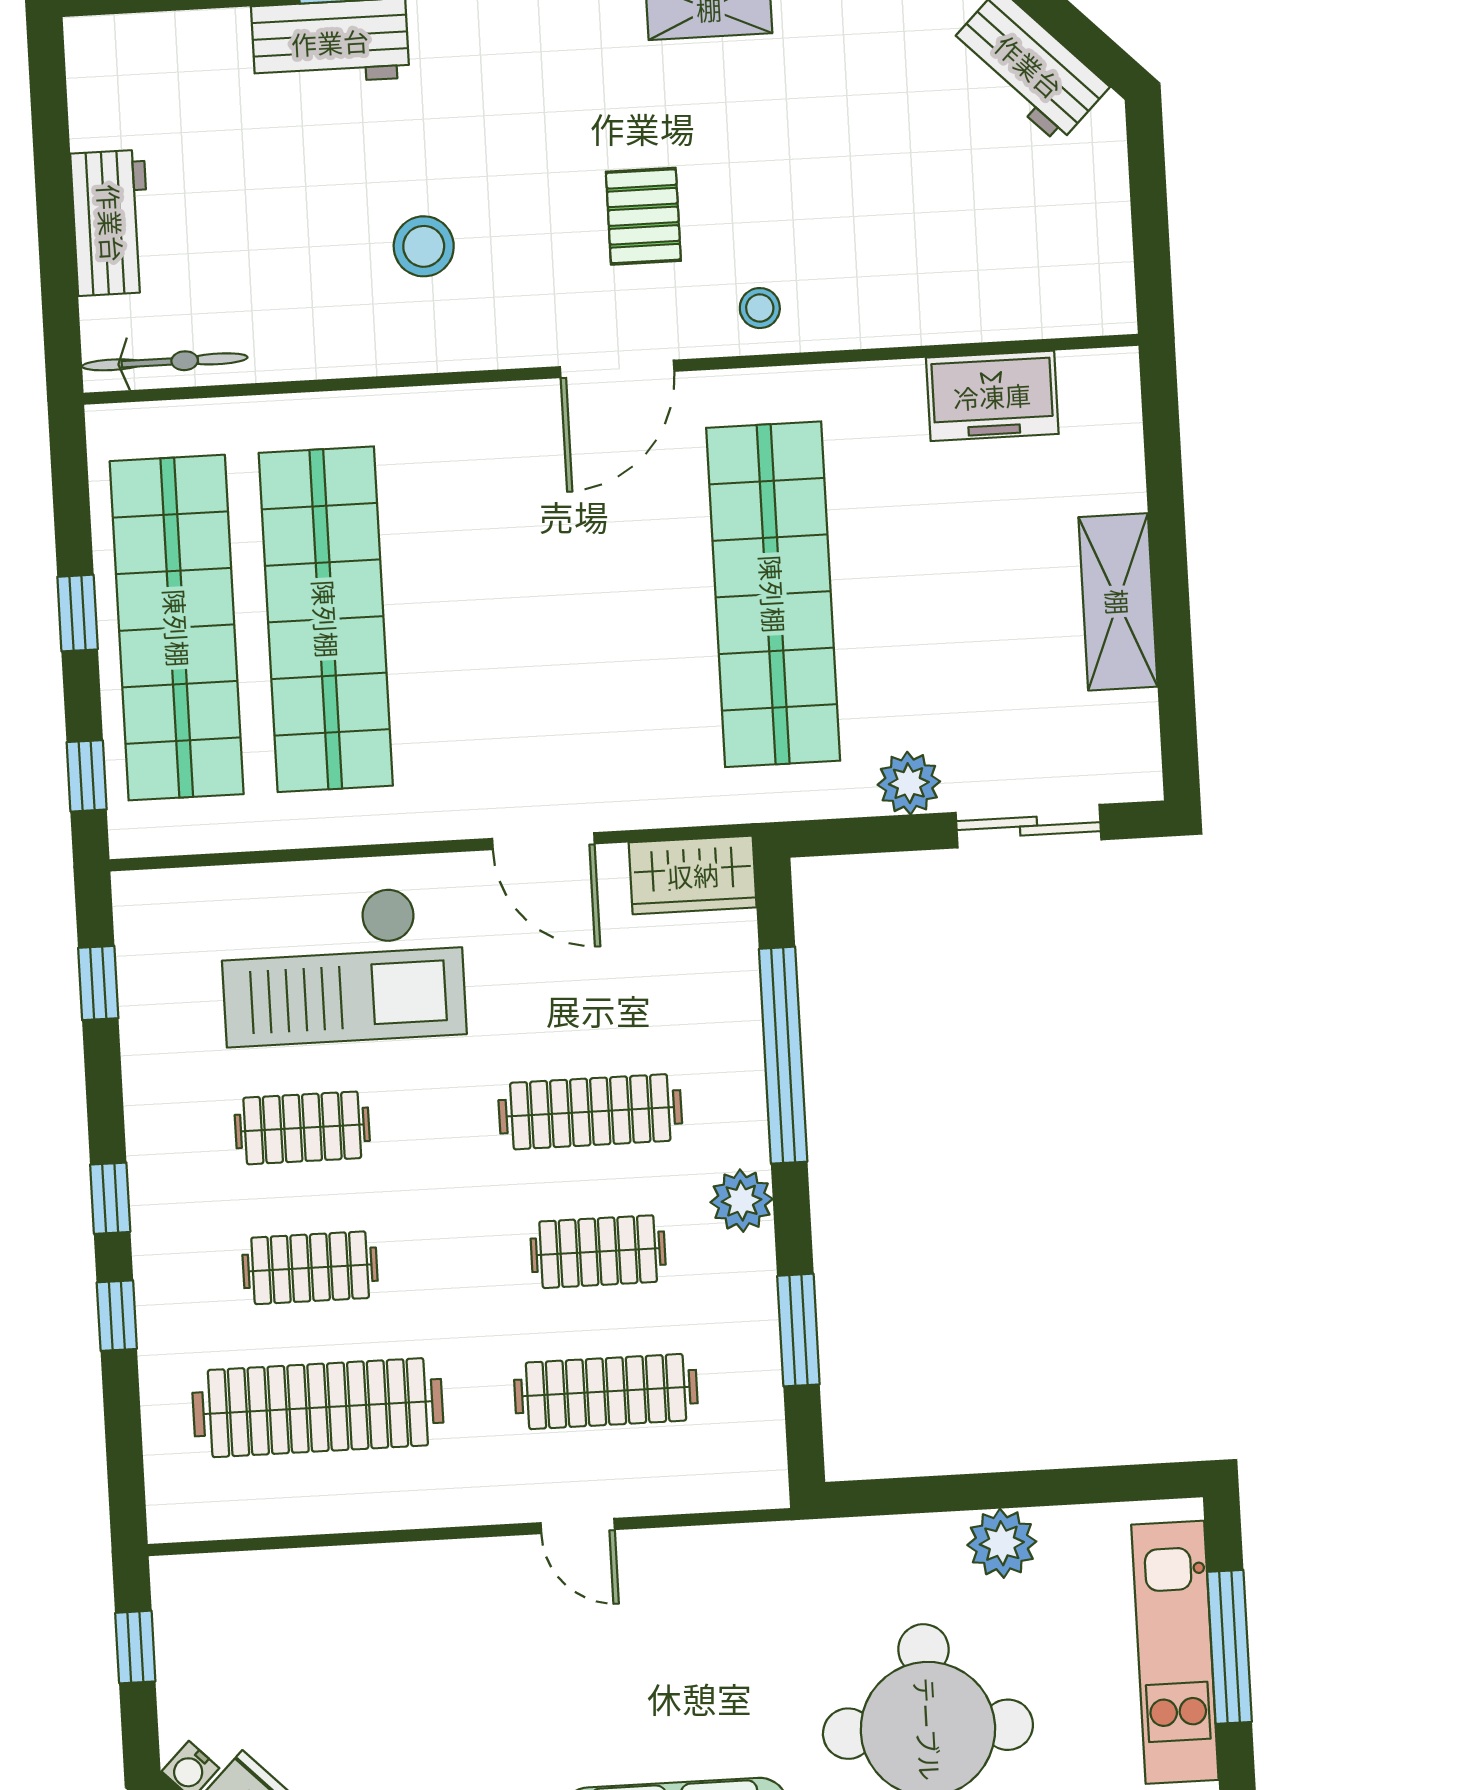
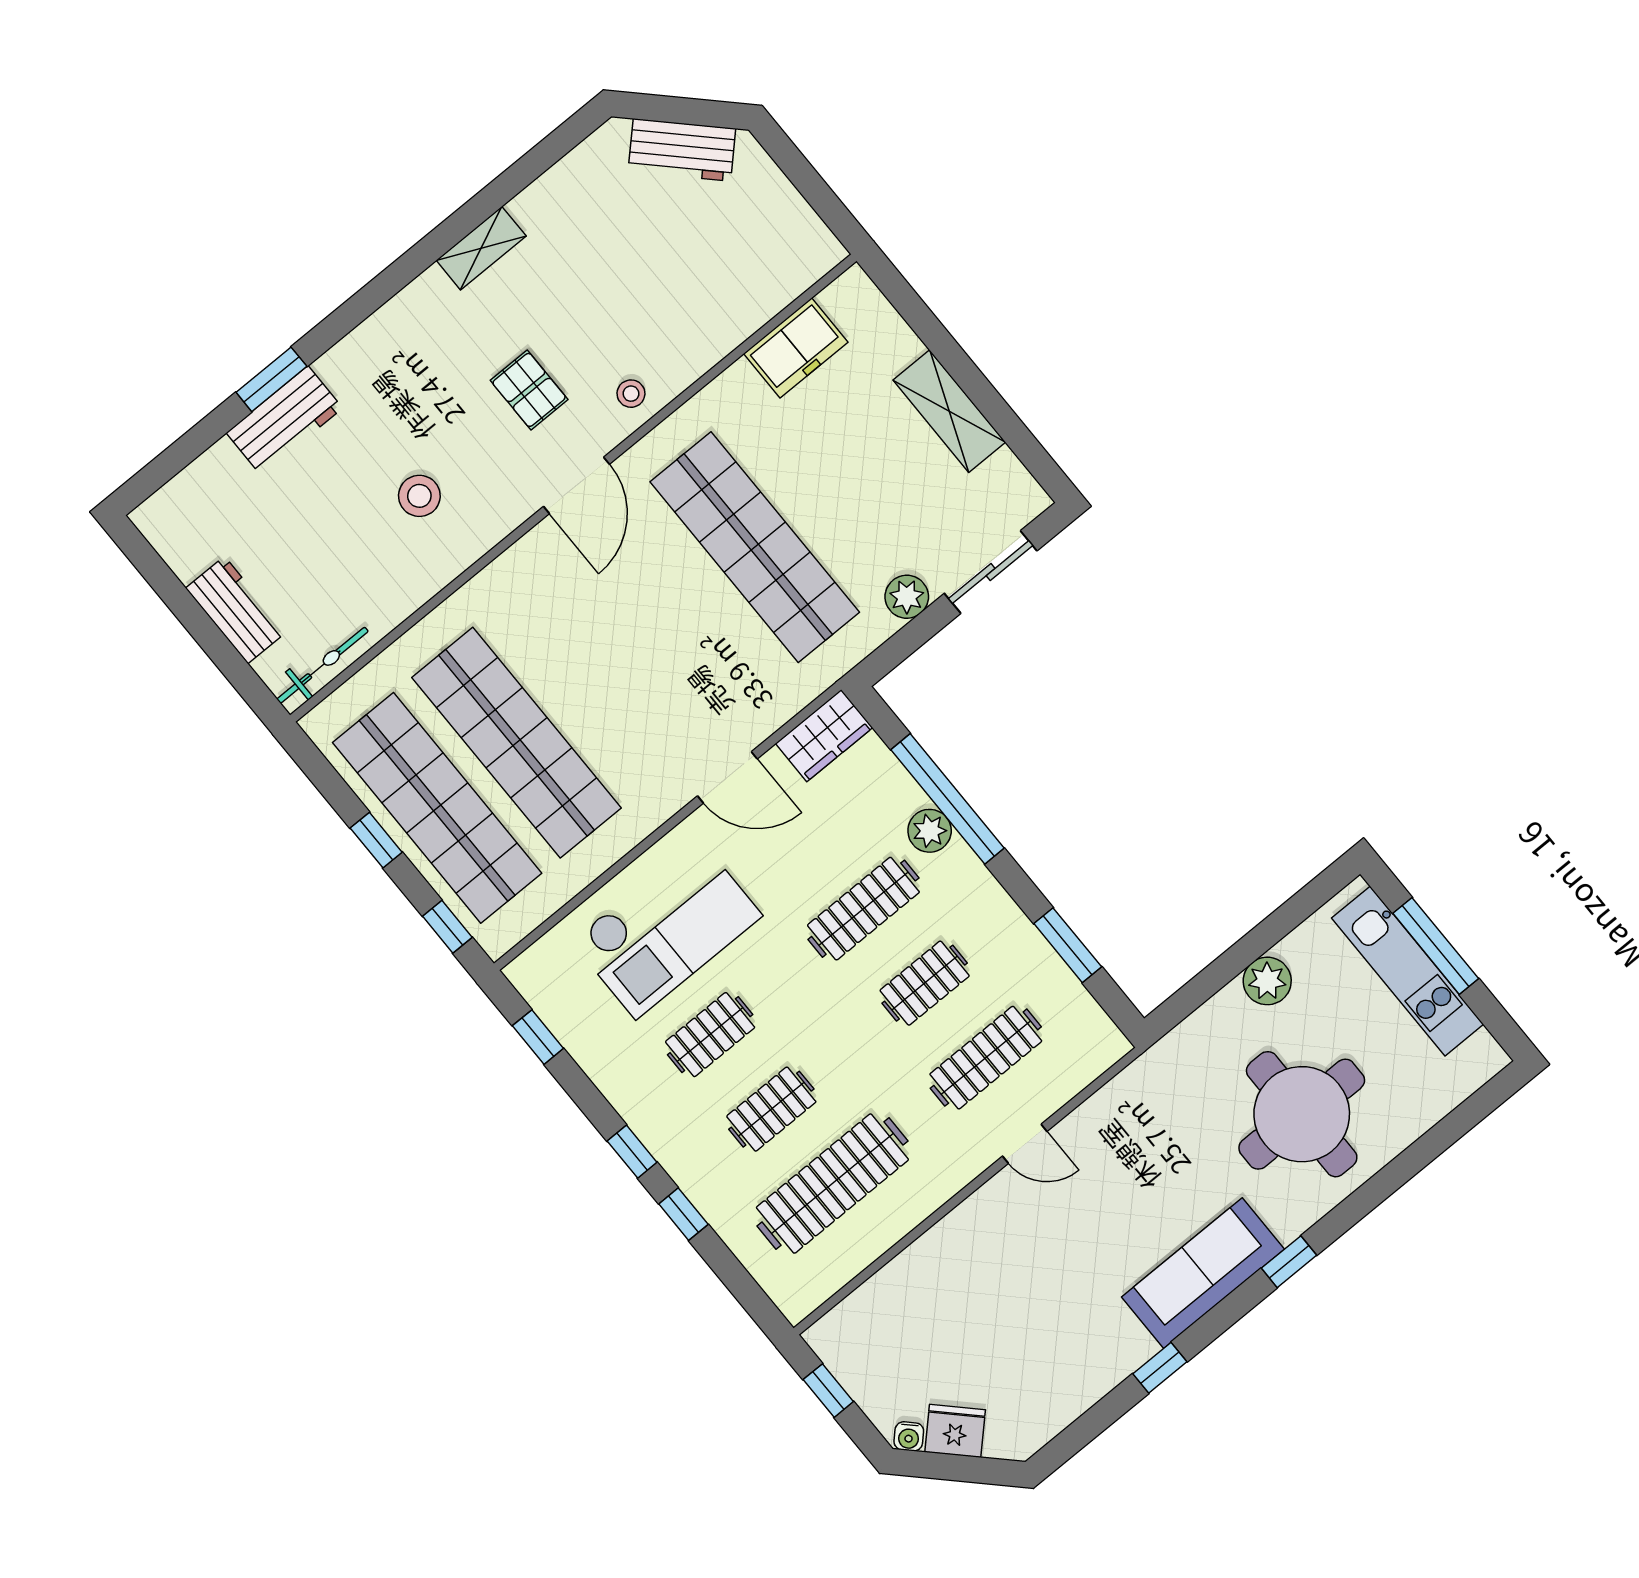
plant: (742, 1201) -> (930, 831), moved

